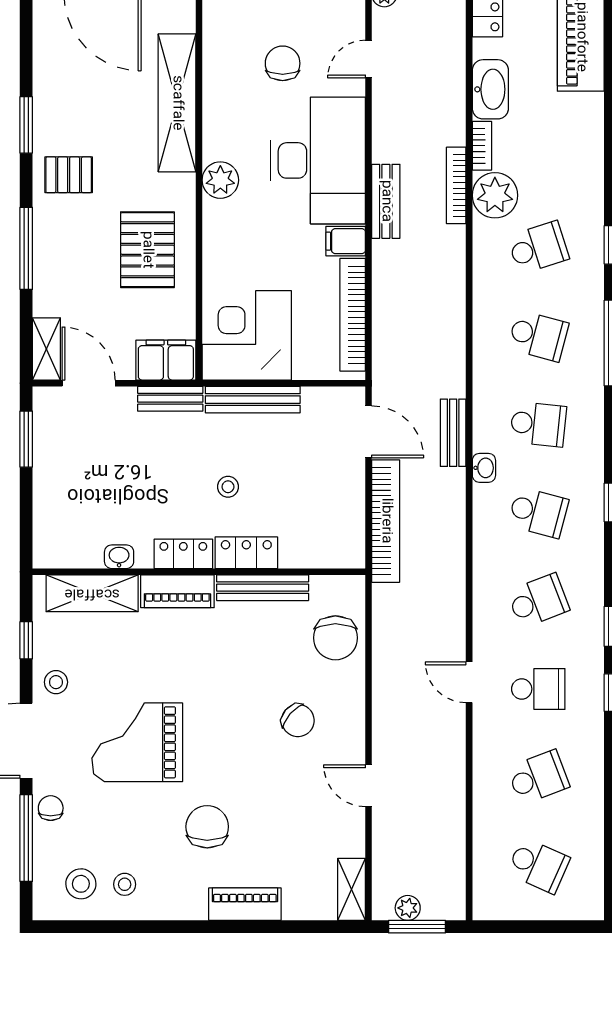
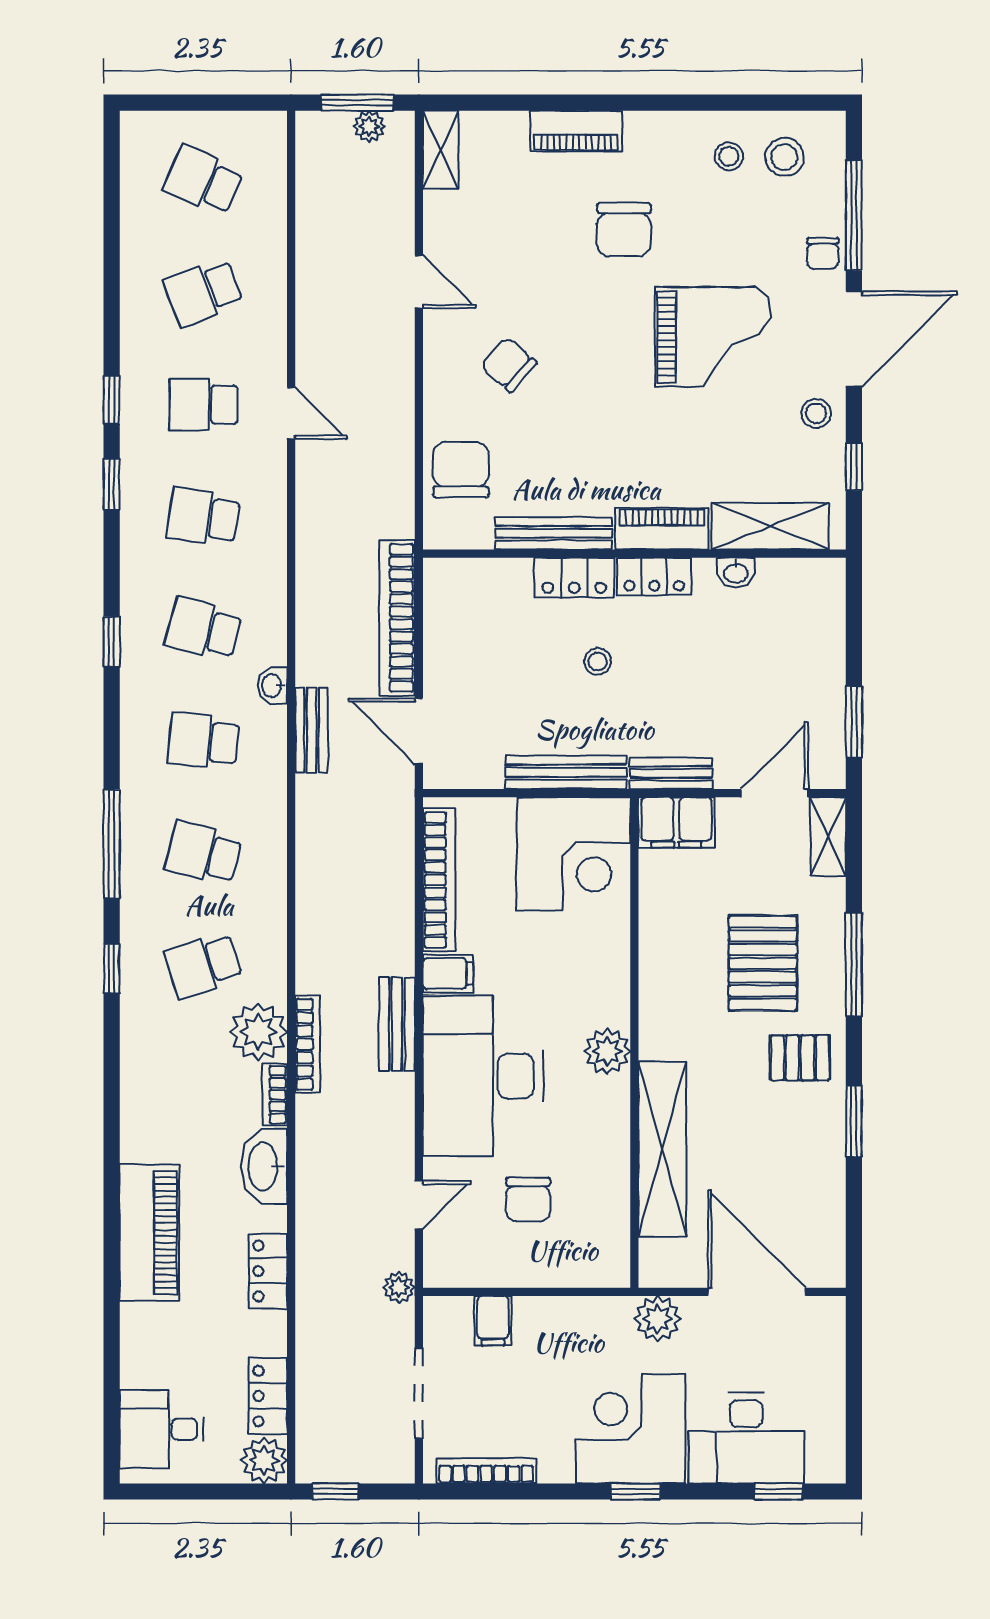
pallet: (147, 250) -> (763, 963), moved
door: (89, 383) -> (775, 793), swing flipped
school desk: (538, 601) -> (203, 517), turned 30

